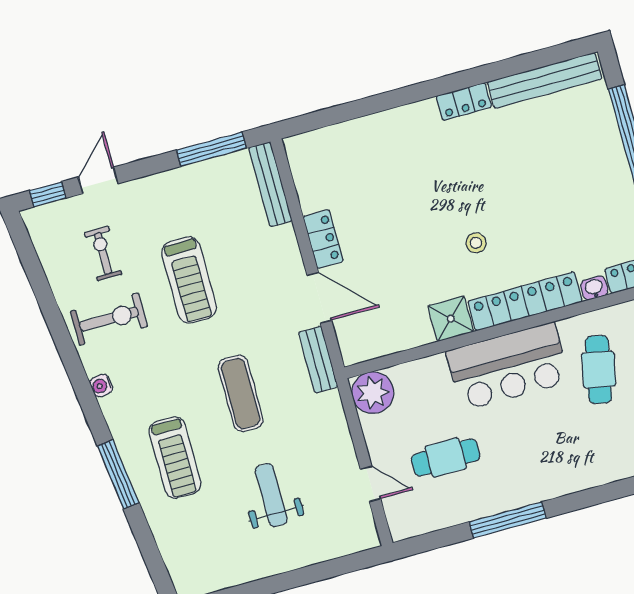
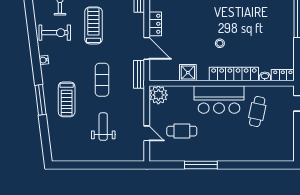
treadmill: (189, 280) -> (93, 25), turned 180
shower: (451, 319) -> (188, 73), moved

